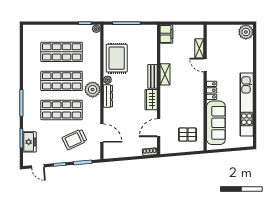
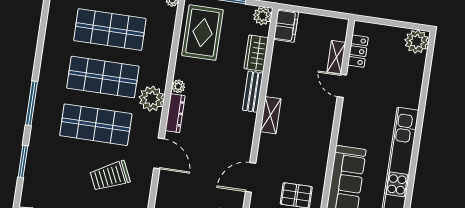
plant: (152, 30) -> (262, 16), added
rug: (117, 58) -> (202, 33), moved
shelving: (165, 74) -> (271, 115), moved
locker: (212, 90) -> (358, 51), moved
wardrobe: (151, 100) -> (256, 53), moved
door: (102, 133) -> (159, 153), moved
freezer: (30, 142) -> (36, 169), removed

